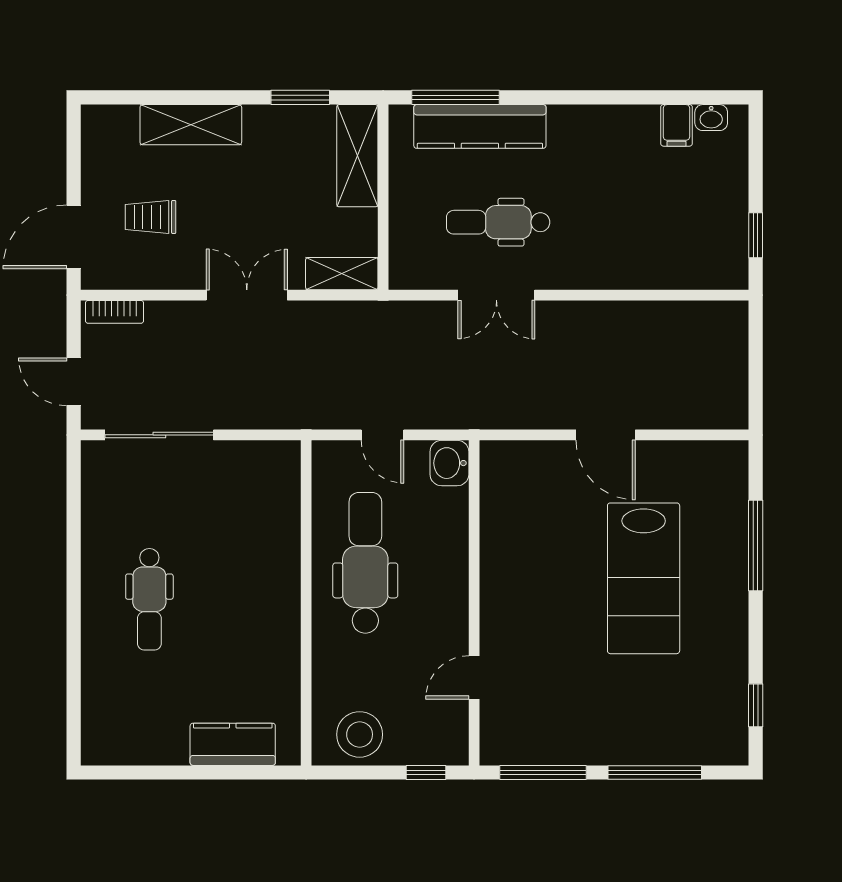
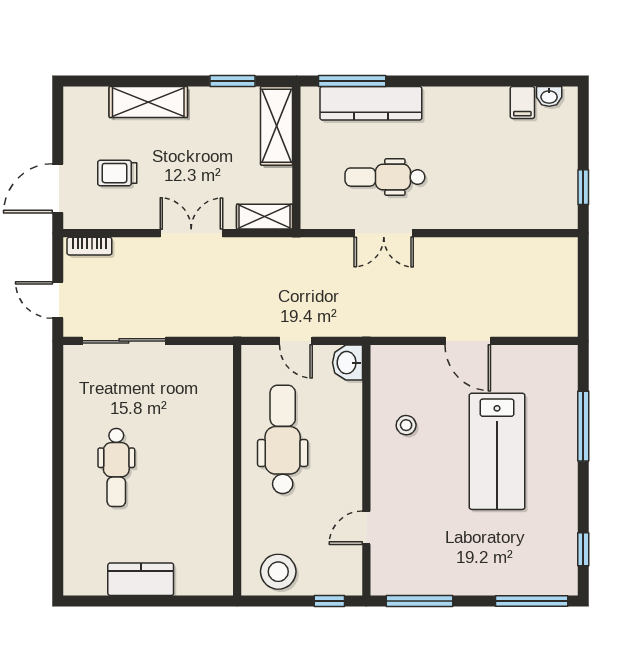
stool: (526, 544) -> (406, 425), added
kitchen counter: (233, 744) -> (141, 579), moved
window: (655, 773) -> (532, 601), moved

